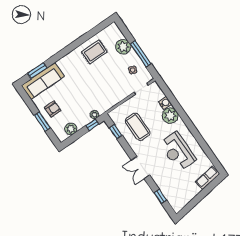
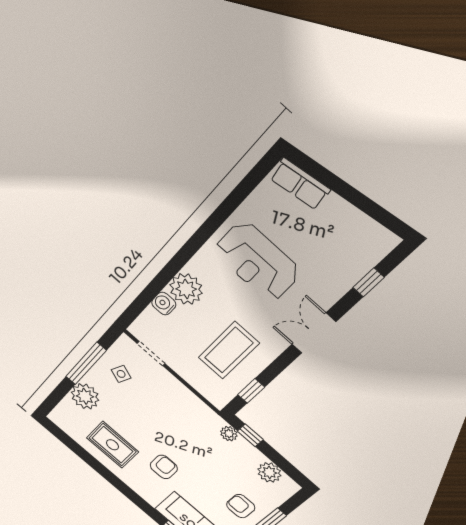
armchair: (79, 75) -> (164, 467), added
reception desk: (178, 151) -> (257, 261), turned 90
double door: (140, 168) -> (314, 333), swing flipped

